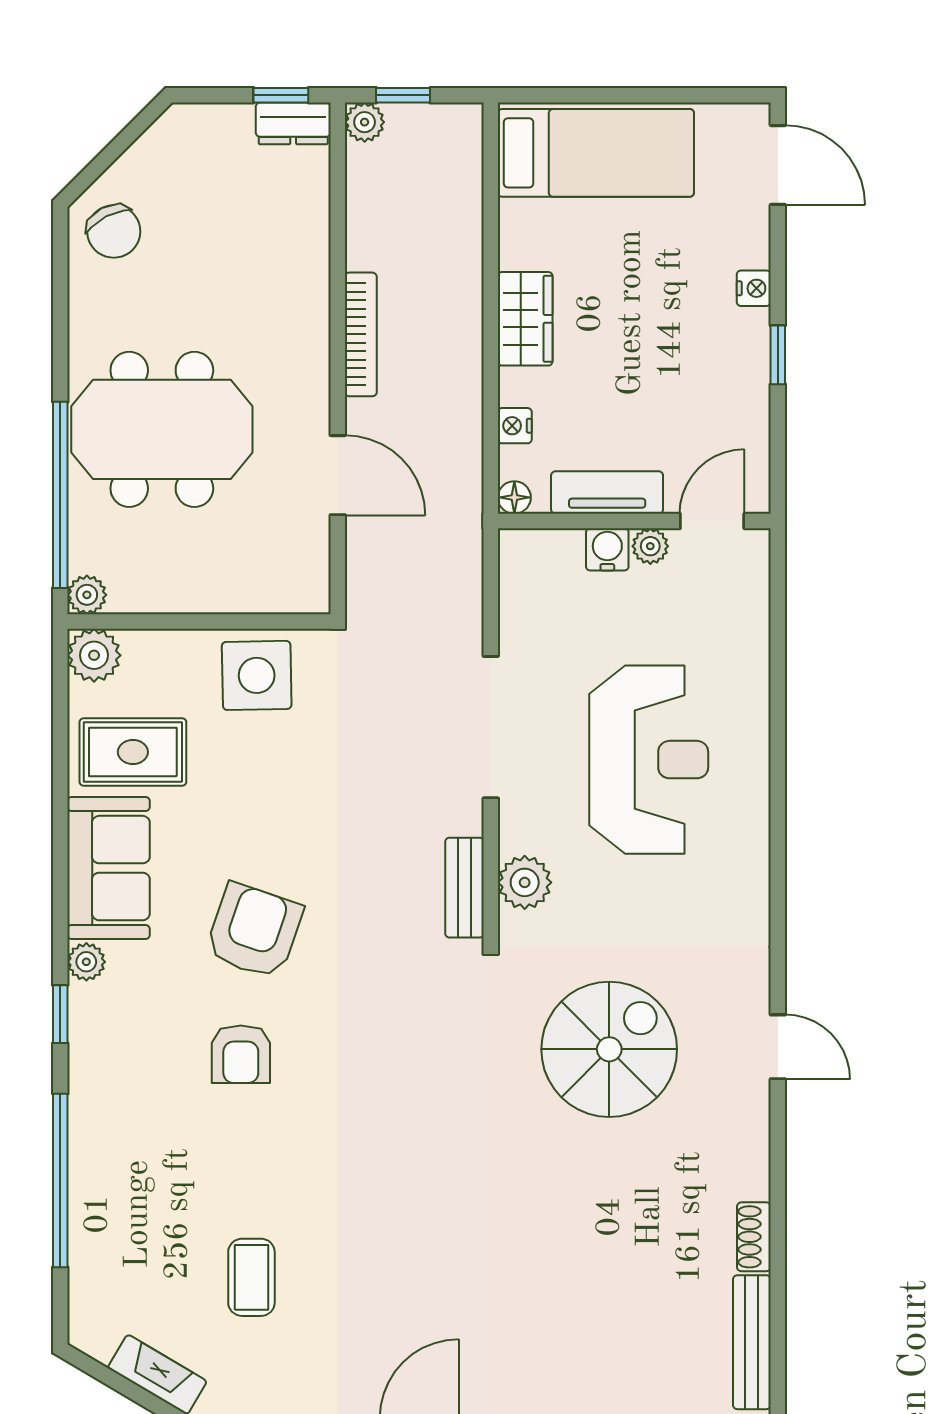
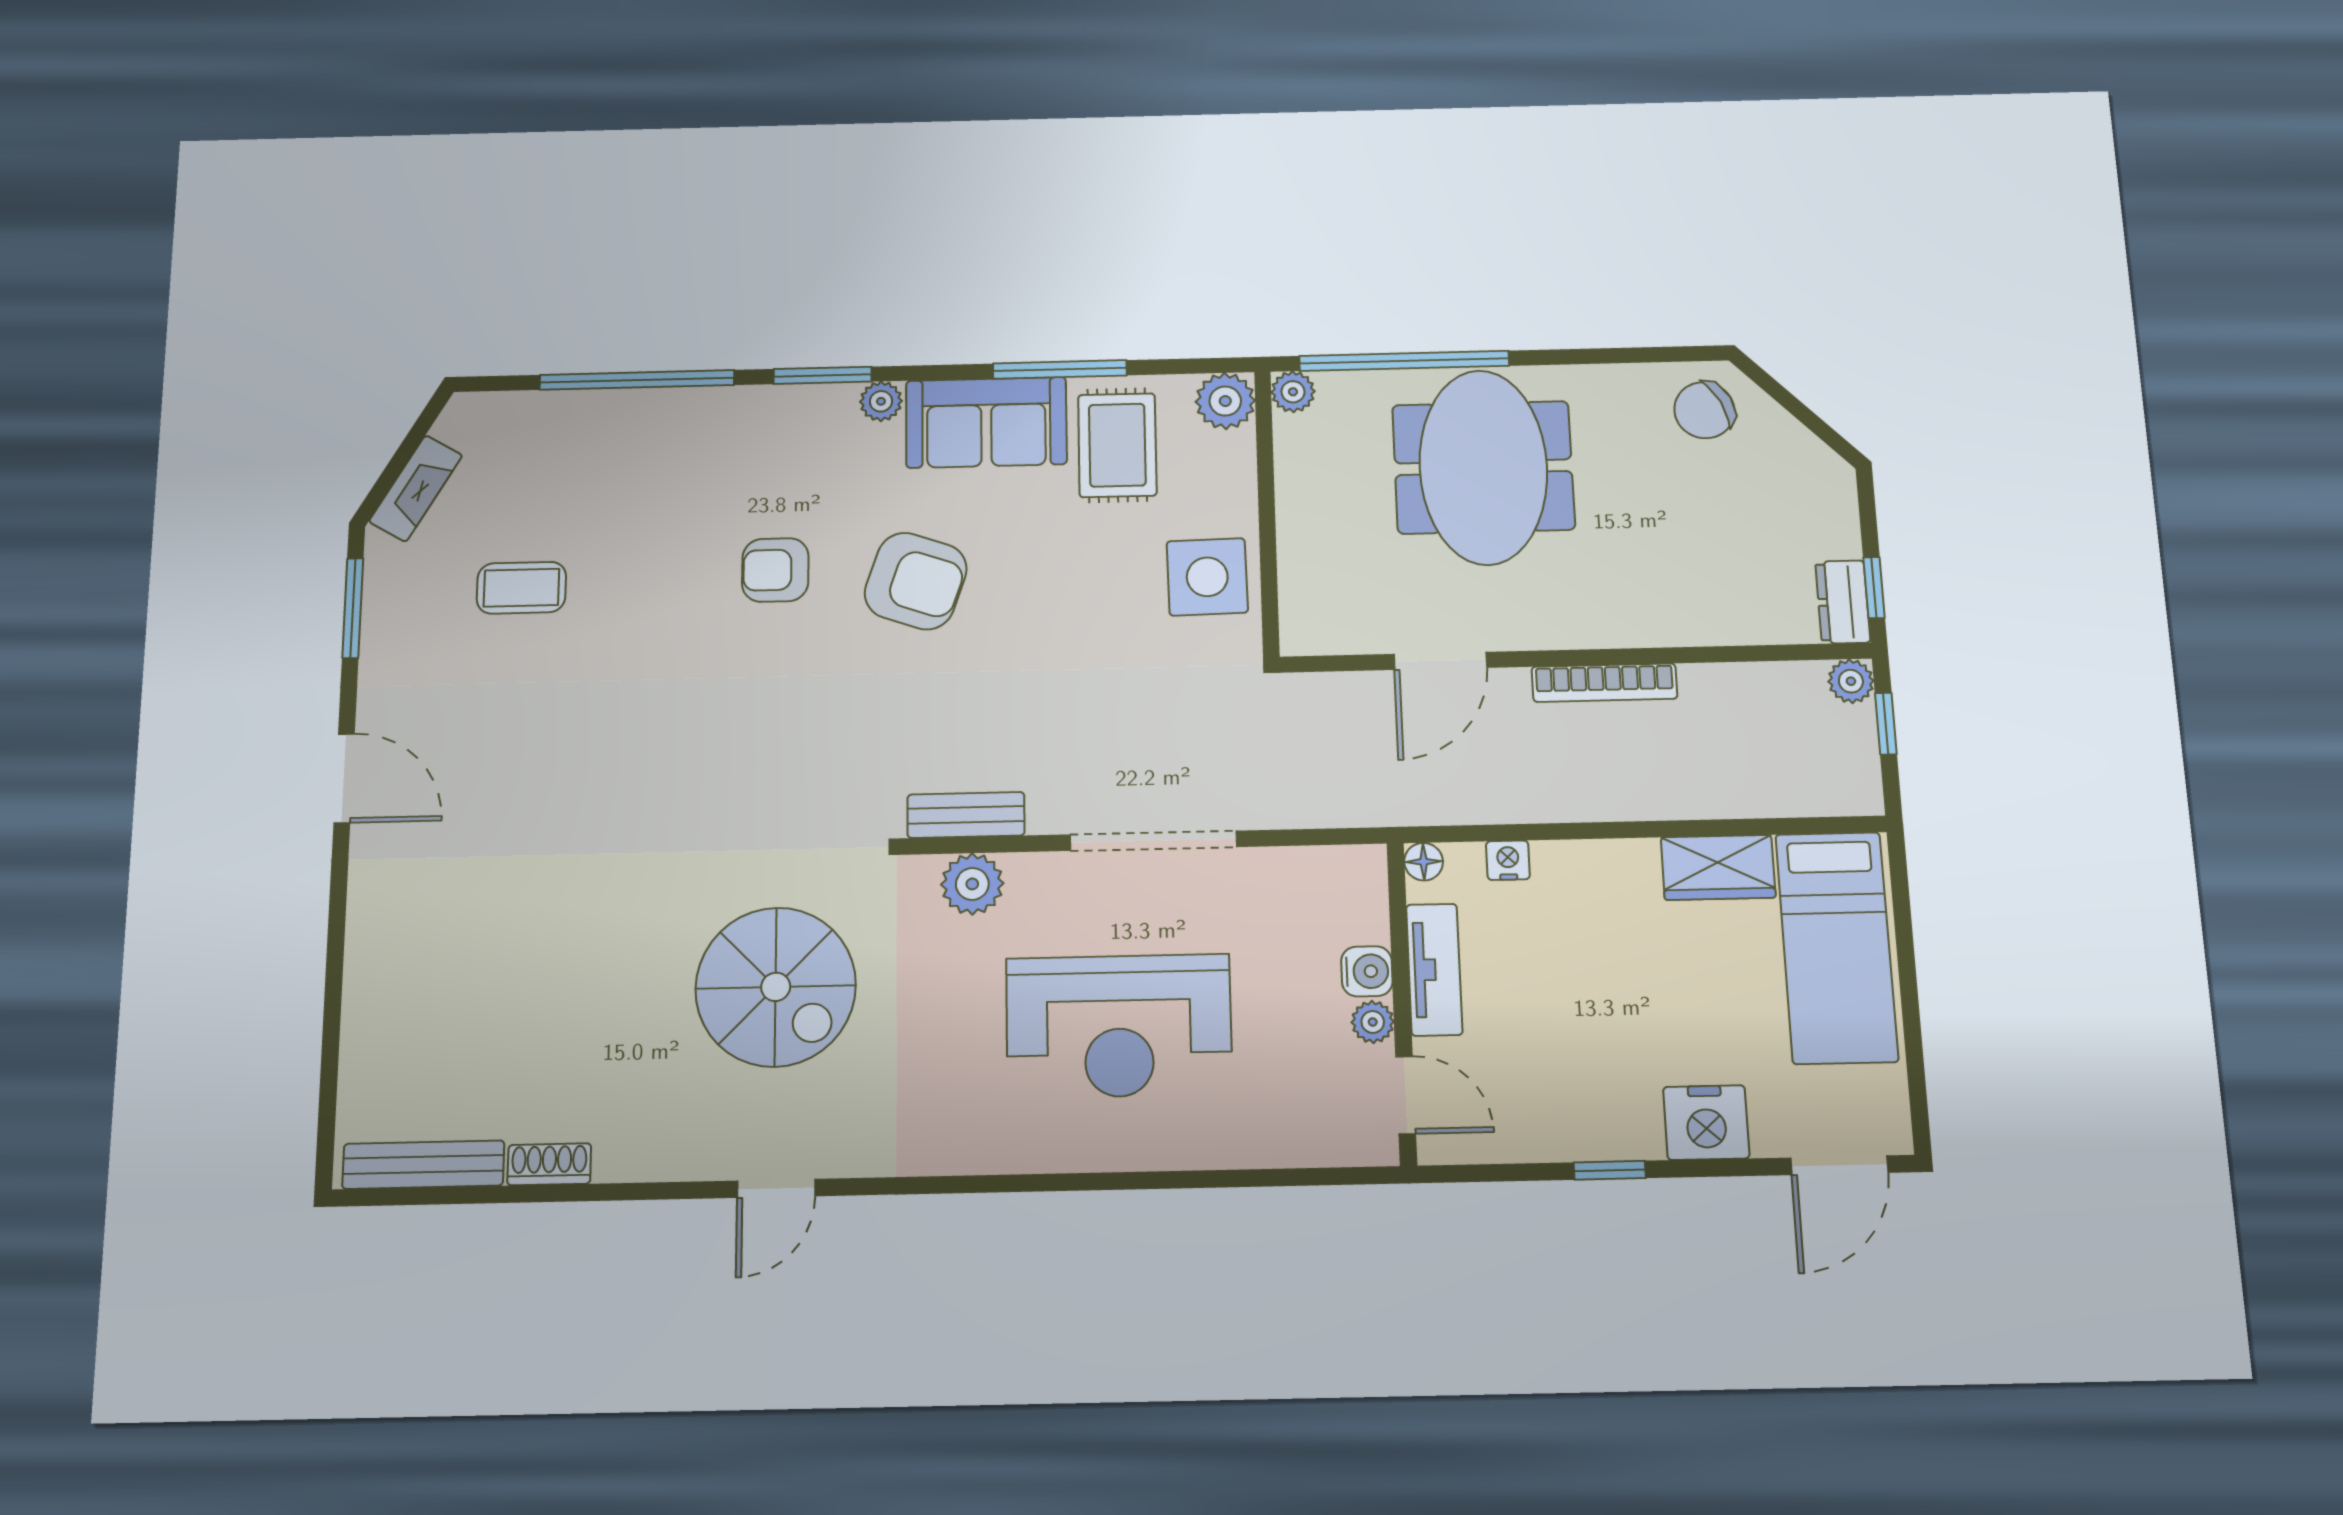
nightstand: (754, 288) -> (1706, 1123), width x1.89, depth x1.79
wardrobe: (525, 319) -> (1718, 867), moved
window: (60, 802) -> (1060, 369), added
window: (60, 1014) -> (823, 375), width x1.50

